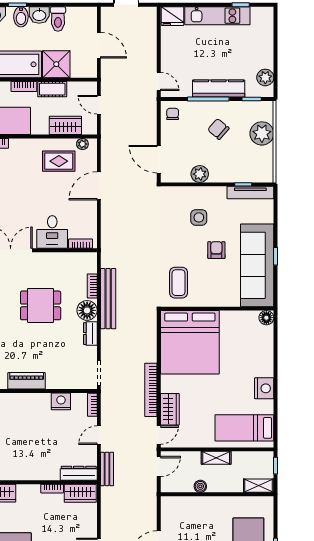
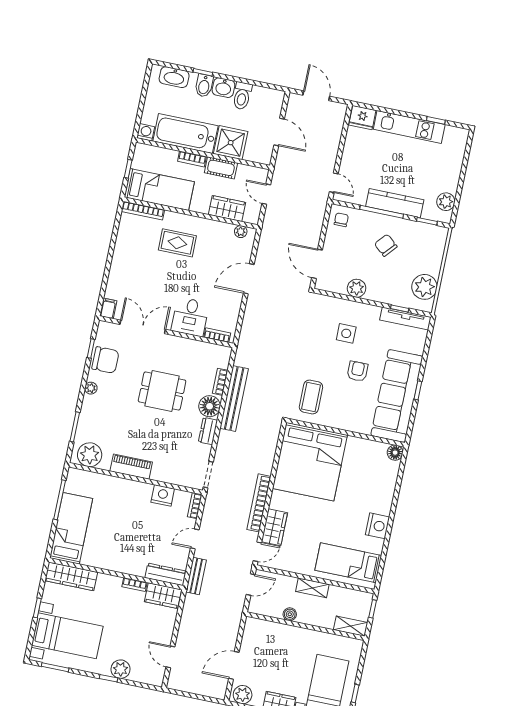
plant: (262, 133) -> (424, 287), moved
rug: (59, 161) -> (177, 243), moved

